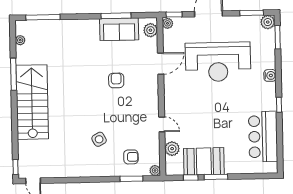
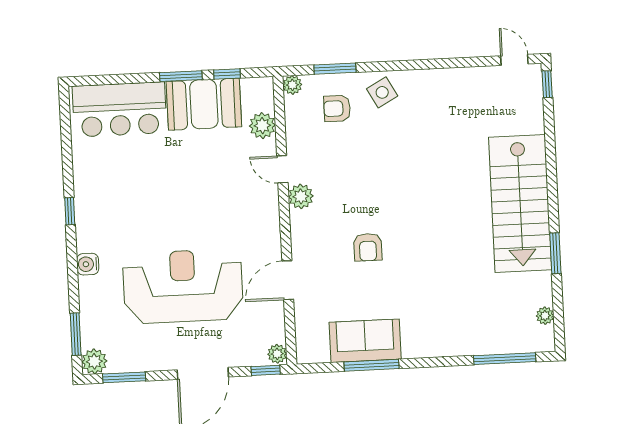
plant: (150, 30) -> (301, 196), moved
window: (14, 74) -> (555, 253), width x0.69
bar counter: (263, 137) -> (119, 109), moved, turned 90
side table: (99, 139) -> (382, 92), moved

